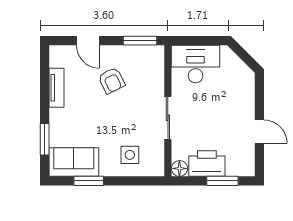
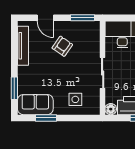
armchair: (112, 80) -> (62, 46), turned -119
tv unit: (57, 88) -> (23, 46), width x1.41

